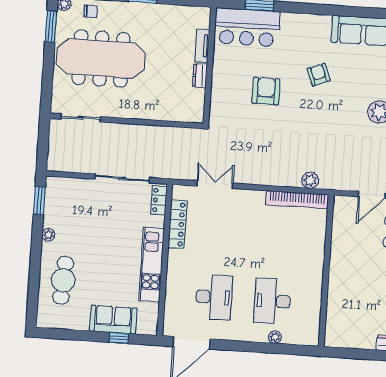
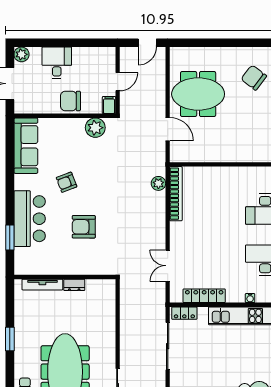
bar counter: (247, 27) -> (30, 219), moved
tv unit: (202, 46) -> (42, 285), width x1.41
water cooler: (171, 277) -> (250, 298), added

